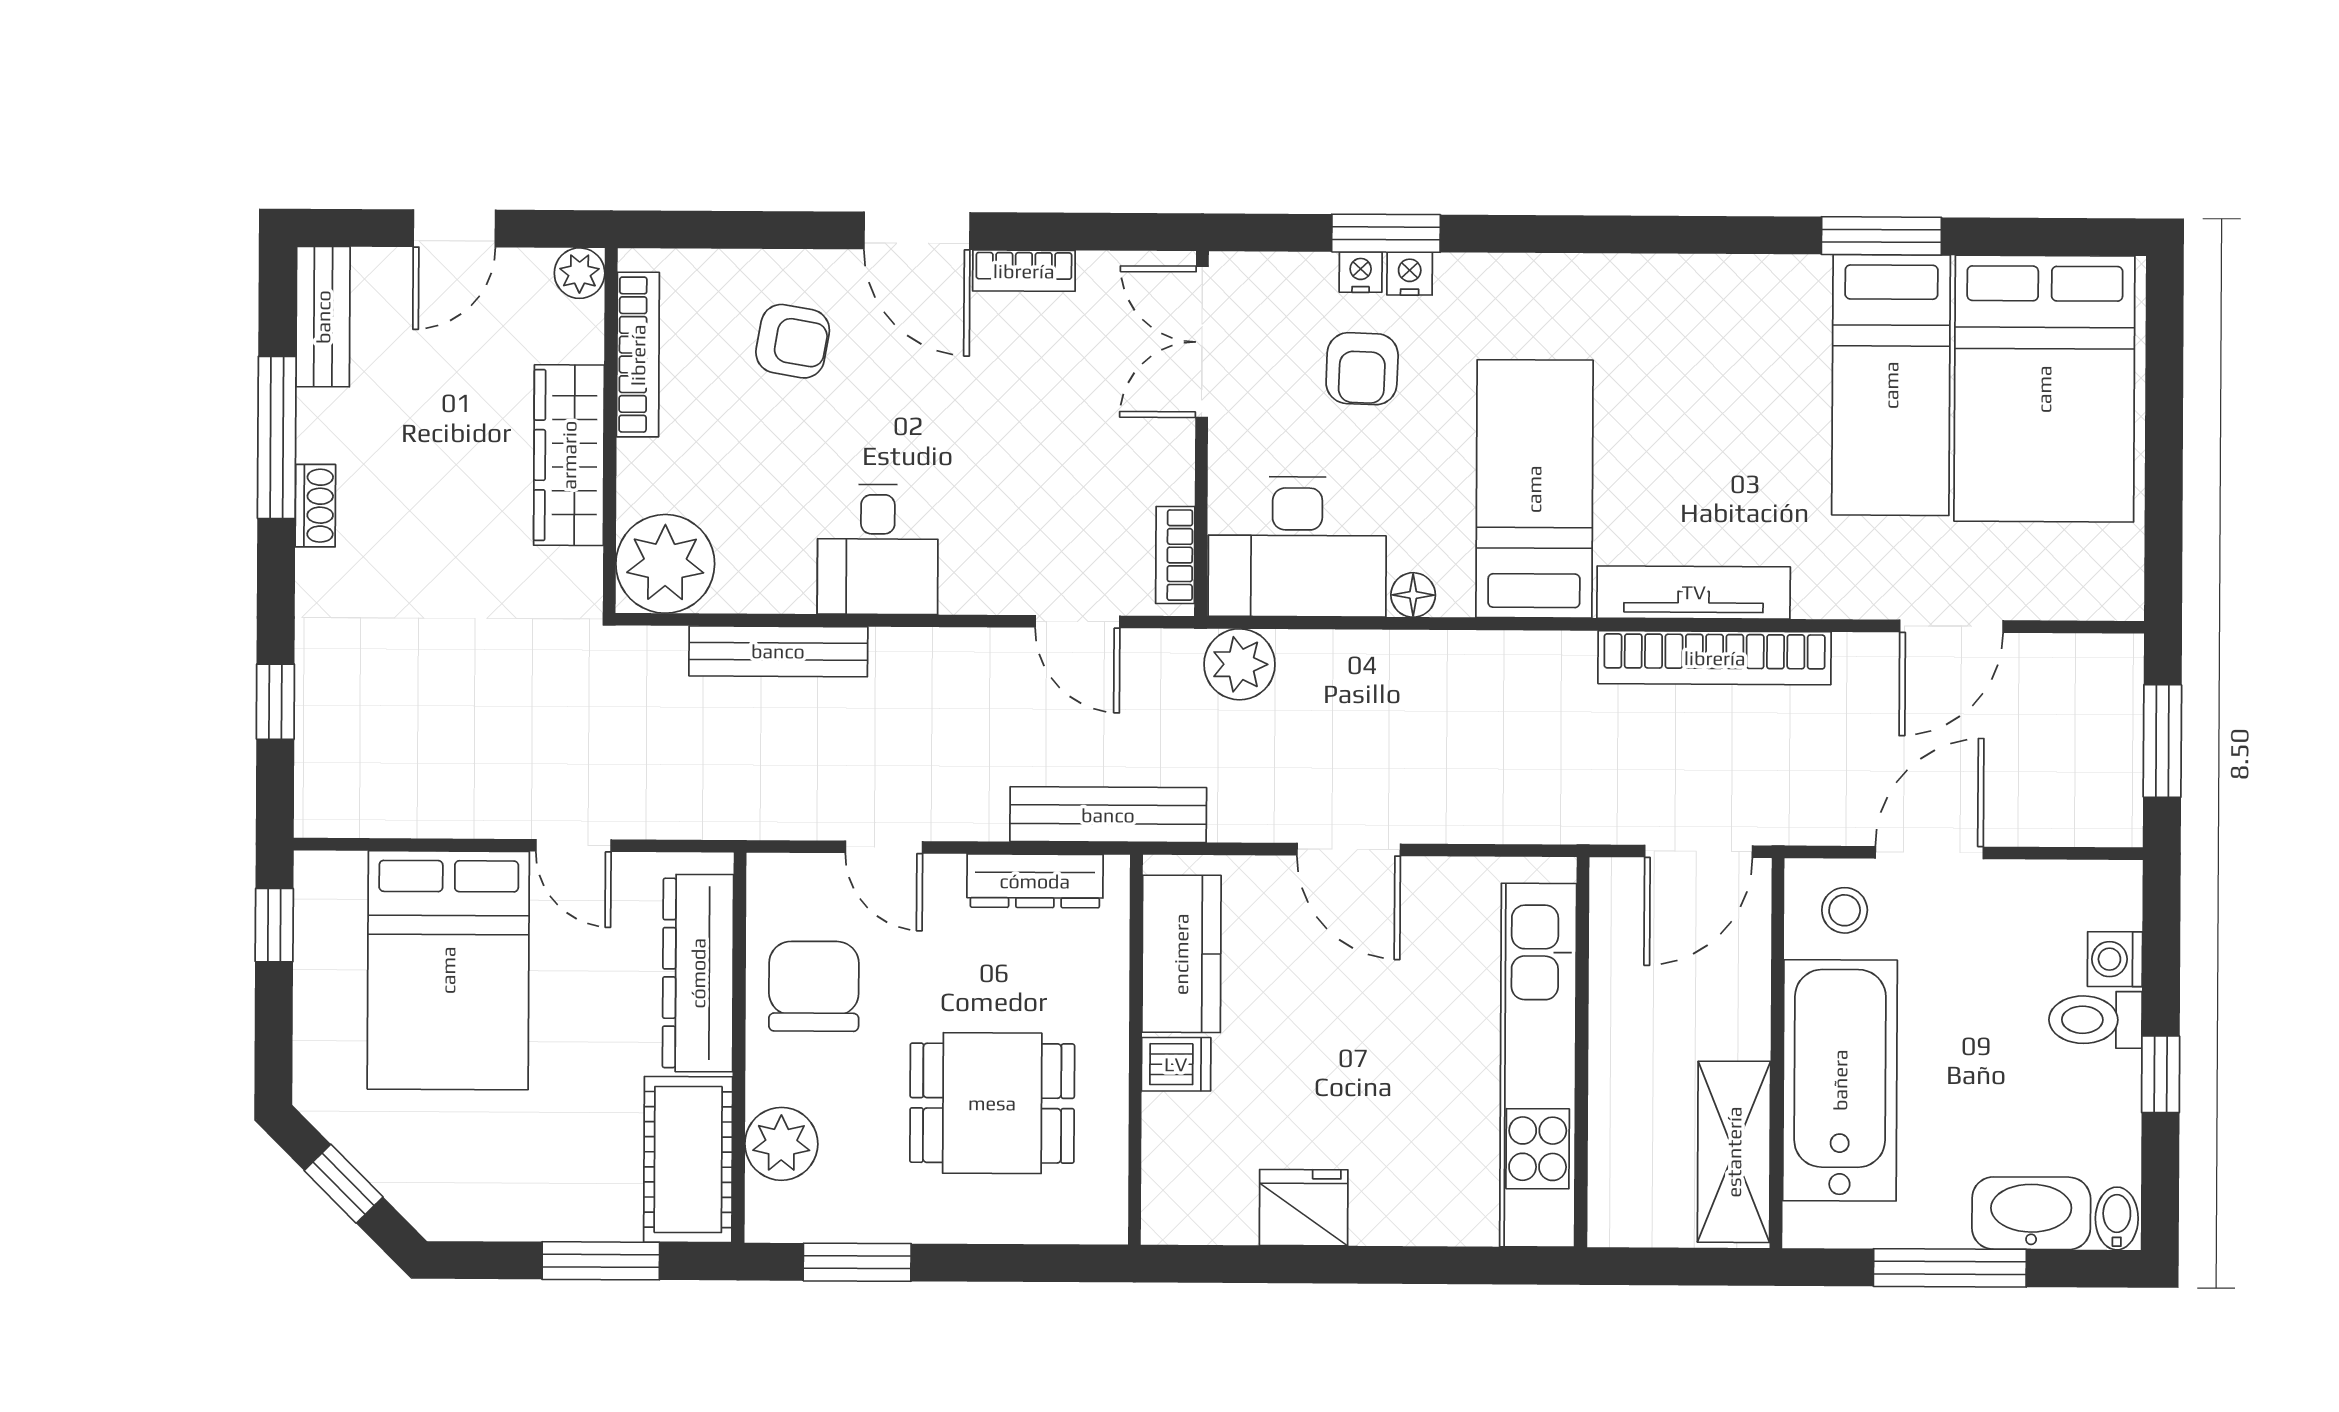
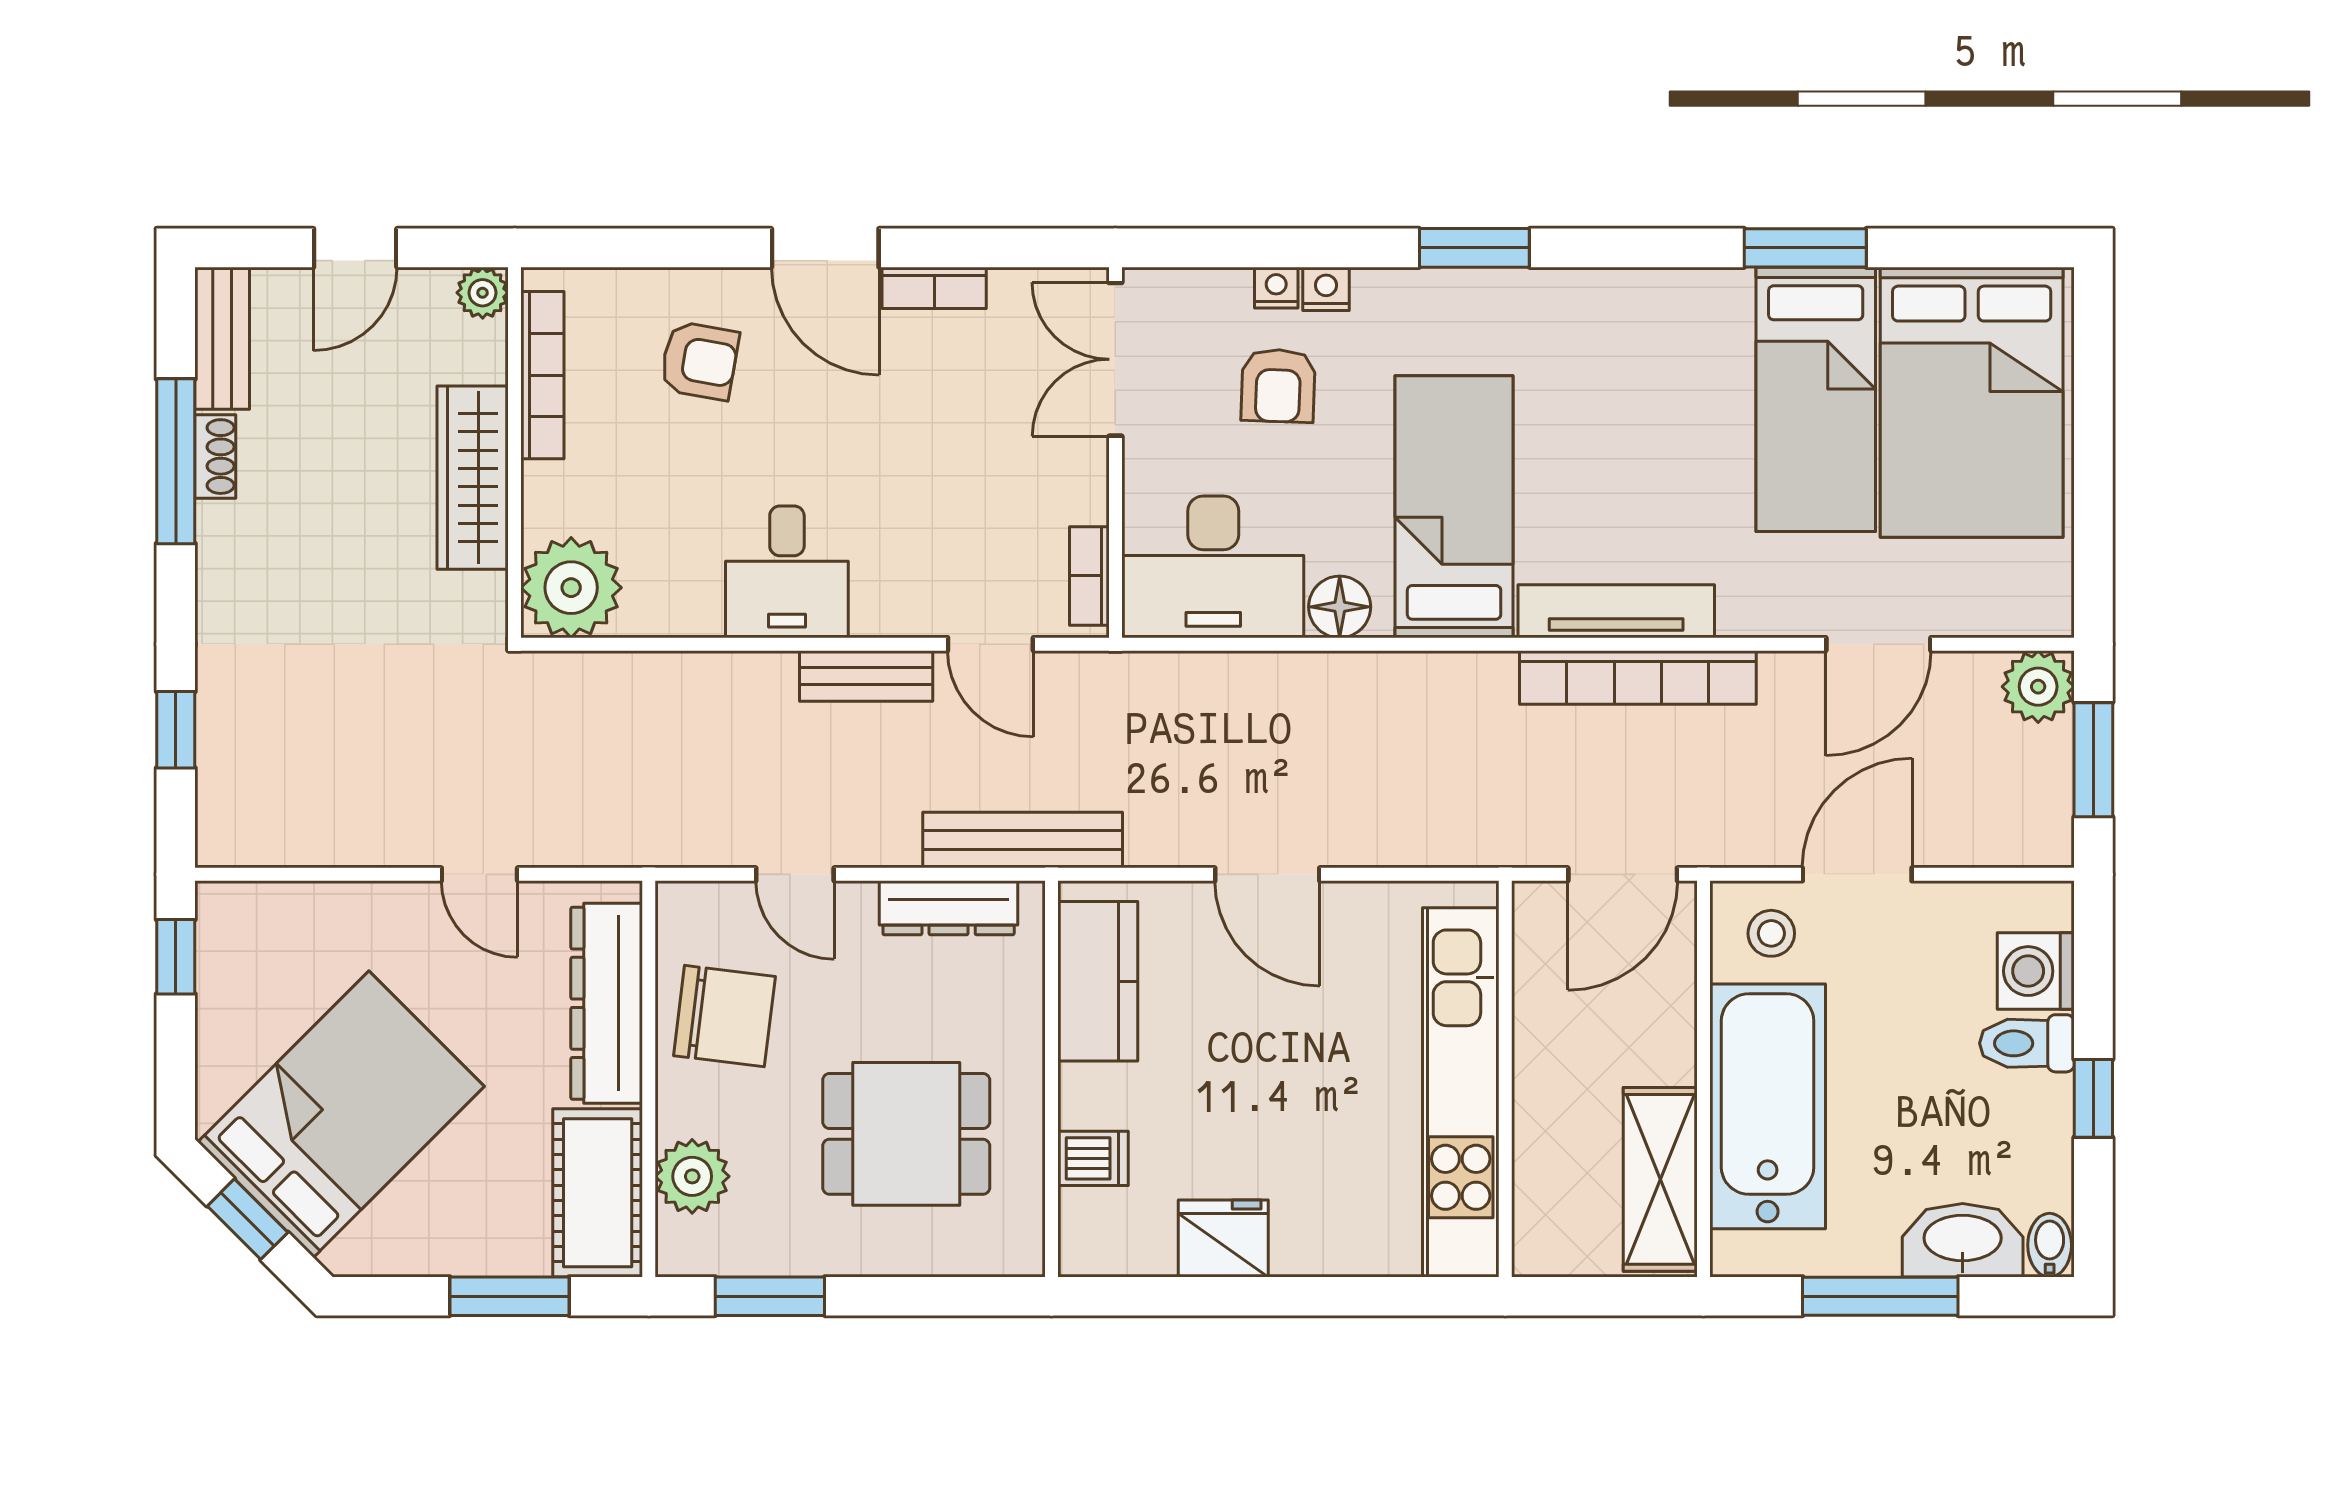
window: (1386, 233) -> (1474, 248), moved
shoe rack: (315, 506) -> (215, 457), moved
floor lamp: (1413, 595) -> (1340, 607), width x1.37, depth x1.37
bench: (778, 651) -> (866, 676), moved, width x0.73
plant: (1239, 664) -> (2038, 687), moved
washing machine: (2115, 959) -> (2036, 971), width x1.38, depth x1.38
bed: (448, 970) -> (341, 1114), moved, turned -135
chair: (814, 986) -> (724, 1016), turned 97
dishwasher: (1176, 1064) -> (1093, 1158), moved

